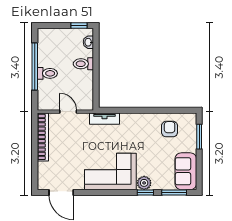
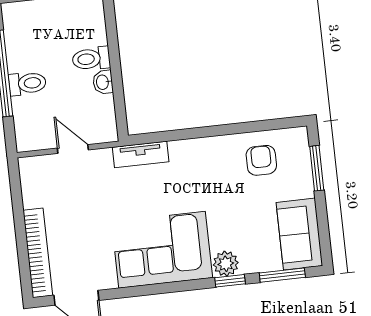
washbasin: (88, 42) -> (103, 82), moved
bookcase: (43, 137) -> (38, 253), moved

